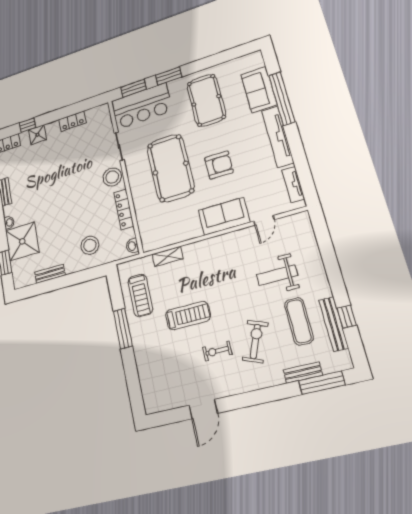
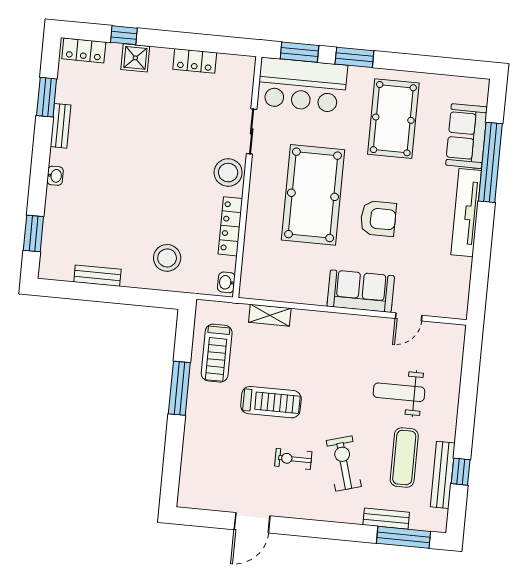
tv unit: (293, 184) -> (461, 285), removed
shower: (22, 241) -> (68, 213), removed
exercise bike: (255, 341) -> (344, 463), turned -38

